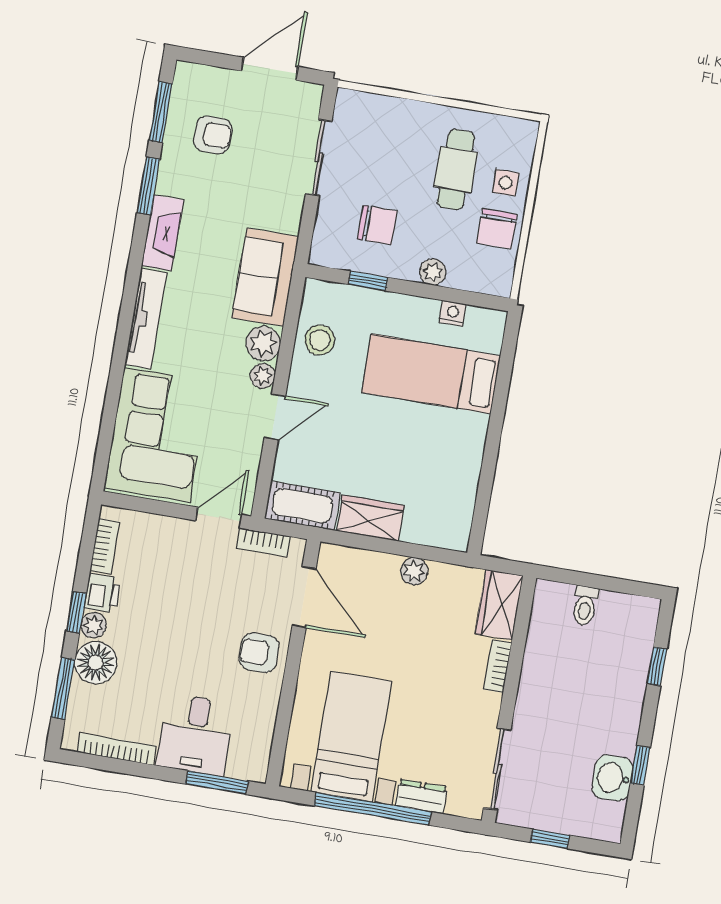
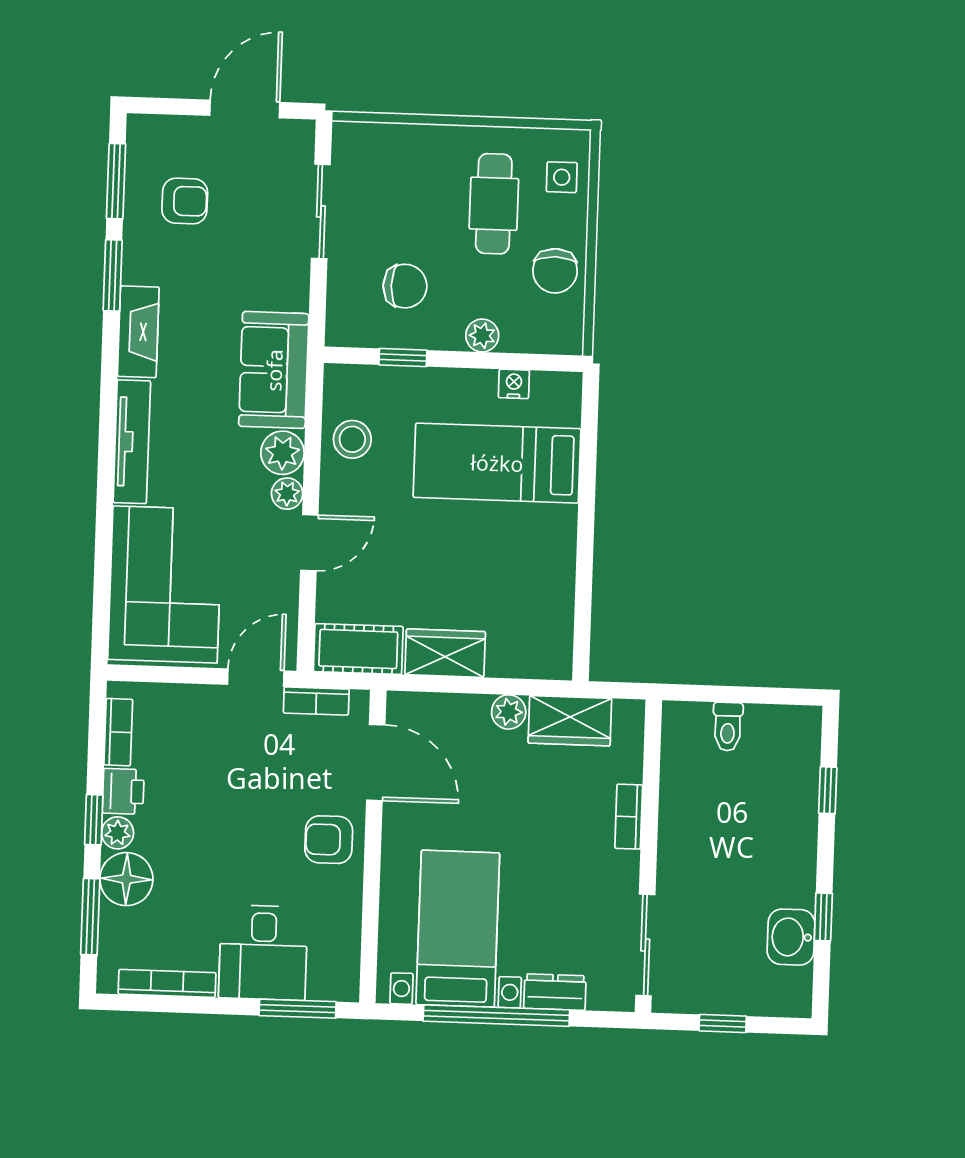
side table: (506, 183) -> (562, 177), moved
wardrobe: (499, 605) -> (570, 721), moved, turned -90

